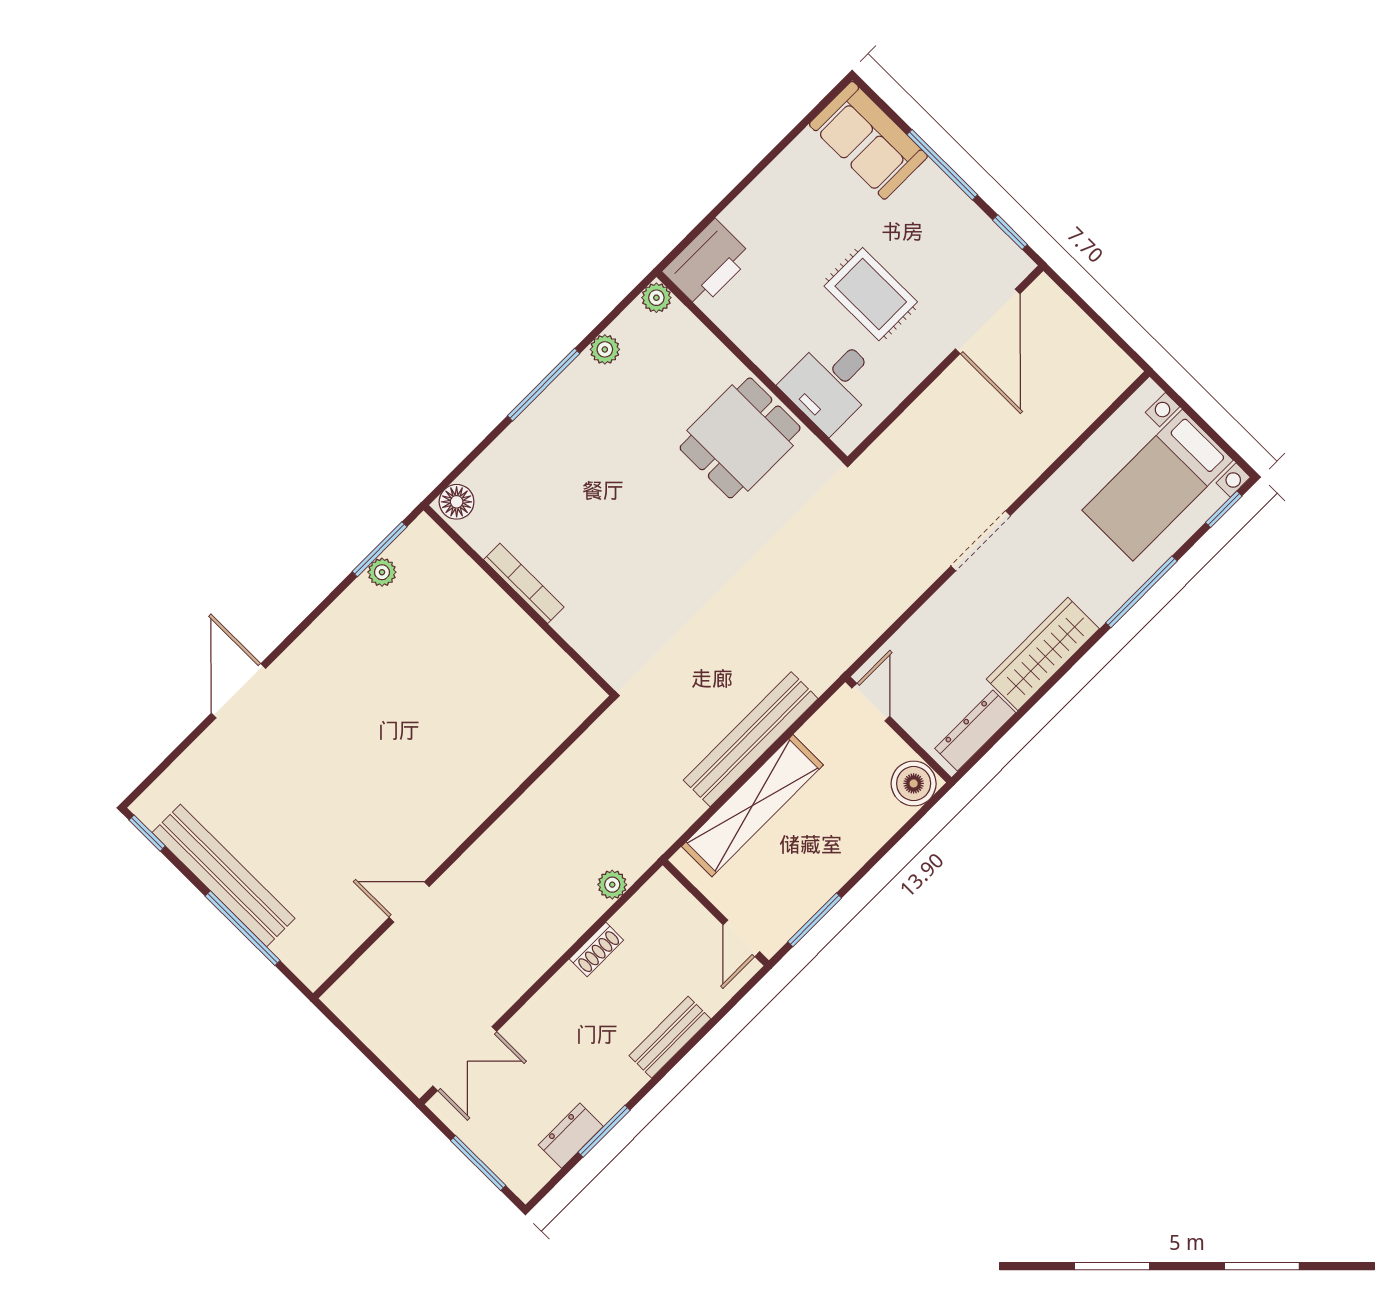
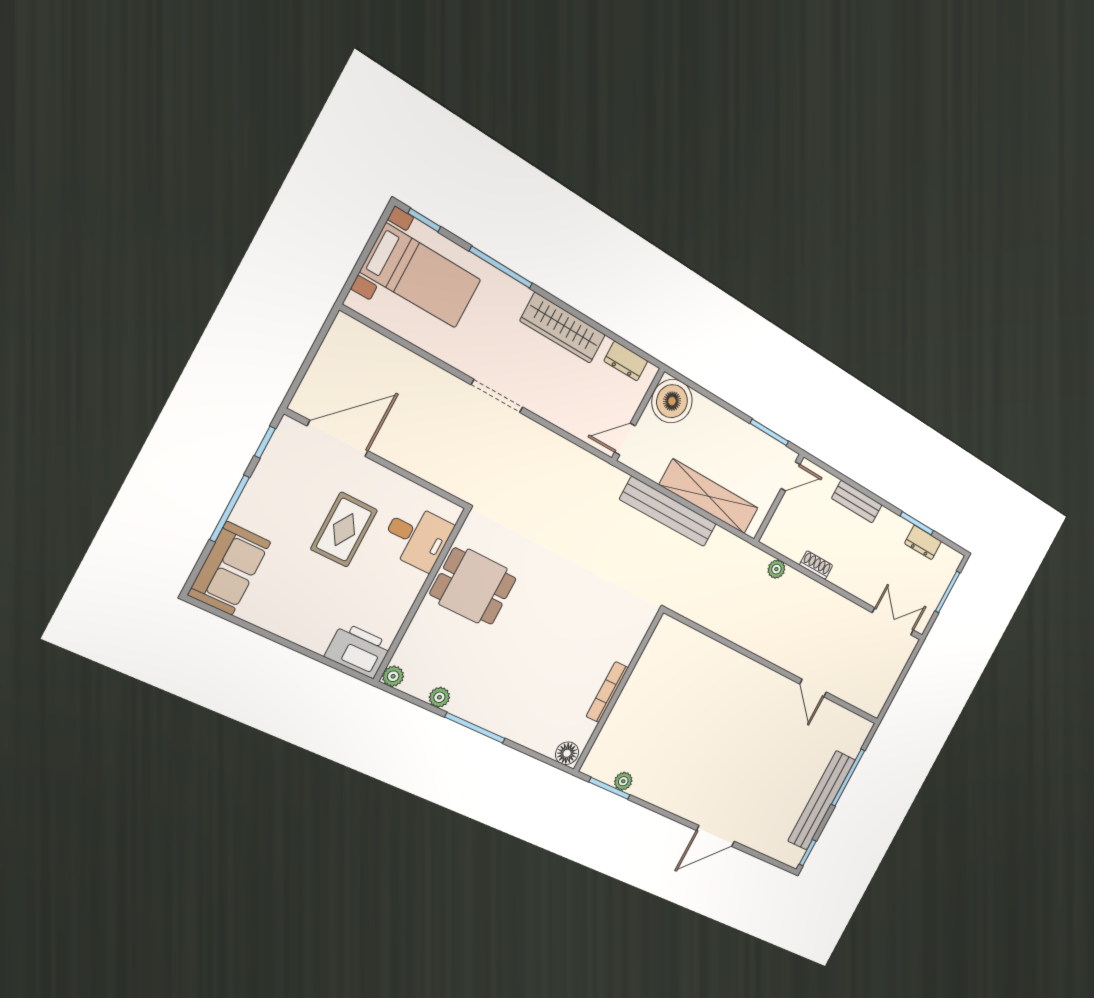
dresser: (975, 731) -> (626, 361), width x0.70
boiler: (914, 783) -> (672, 401), width x1.37, depth x1.37

